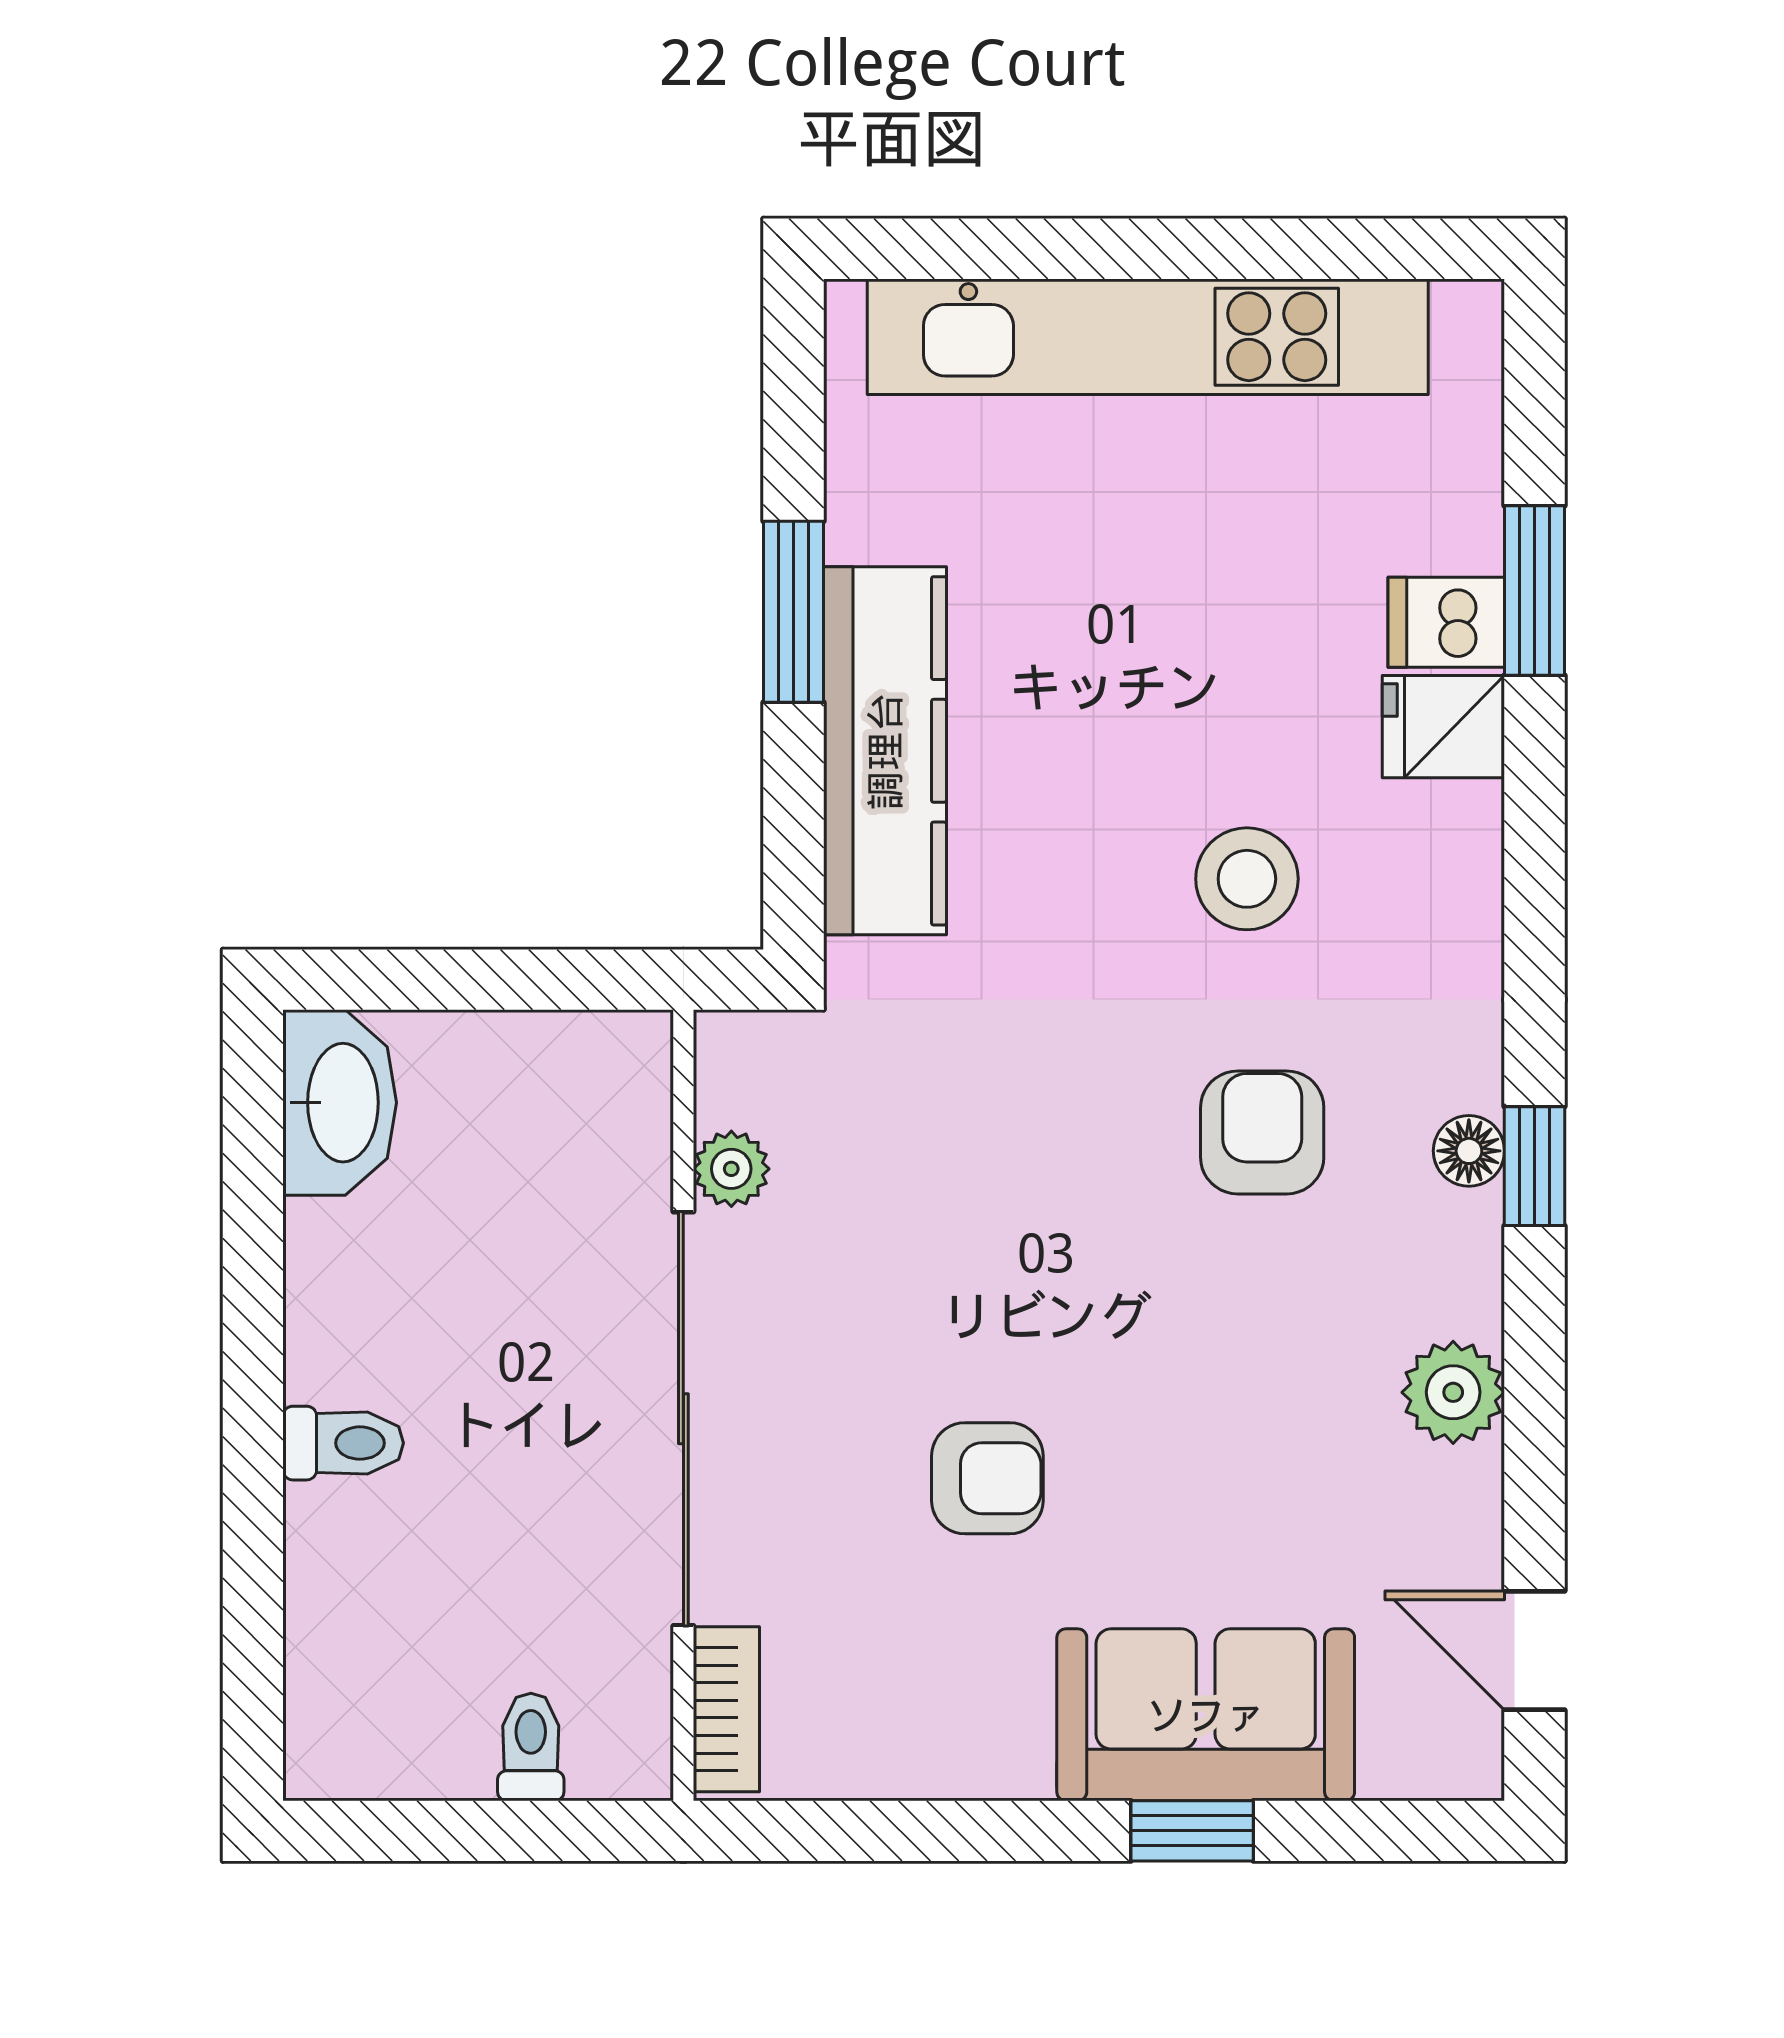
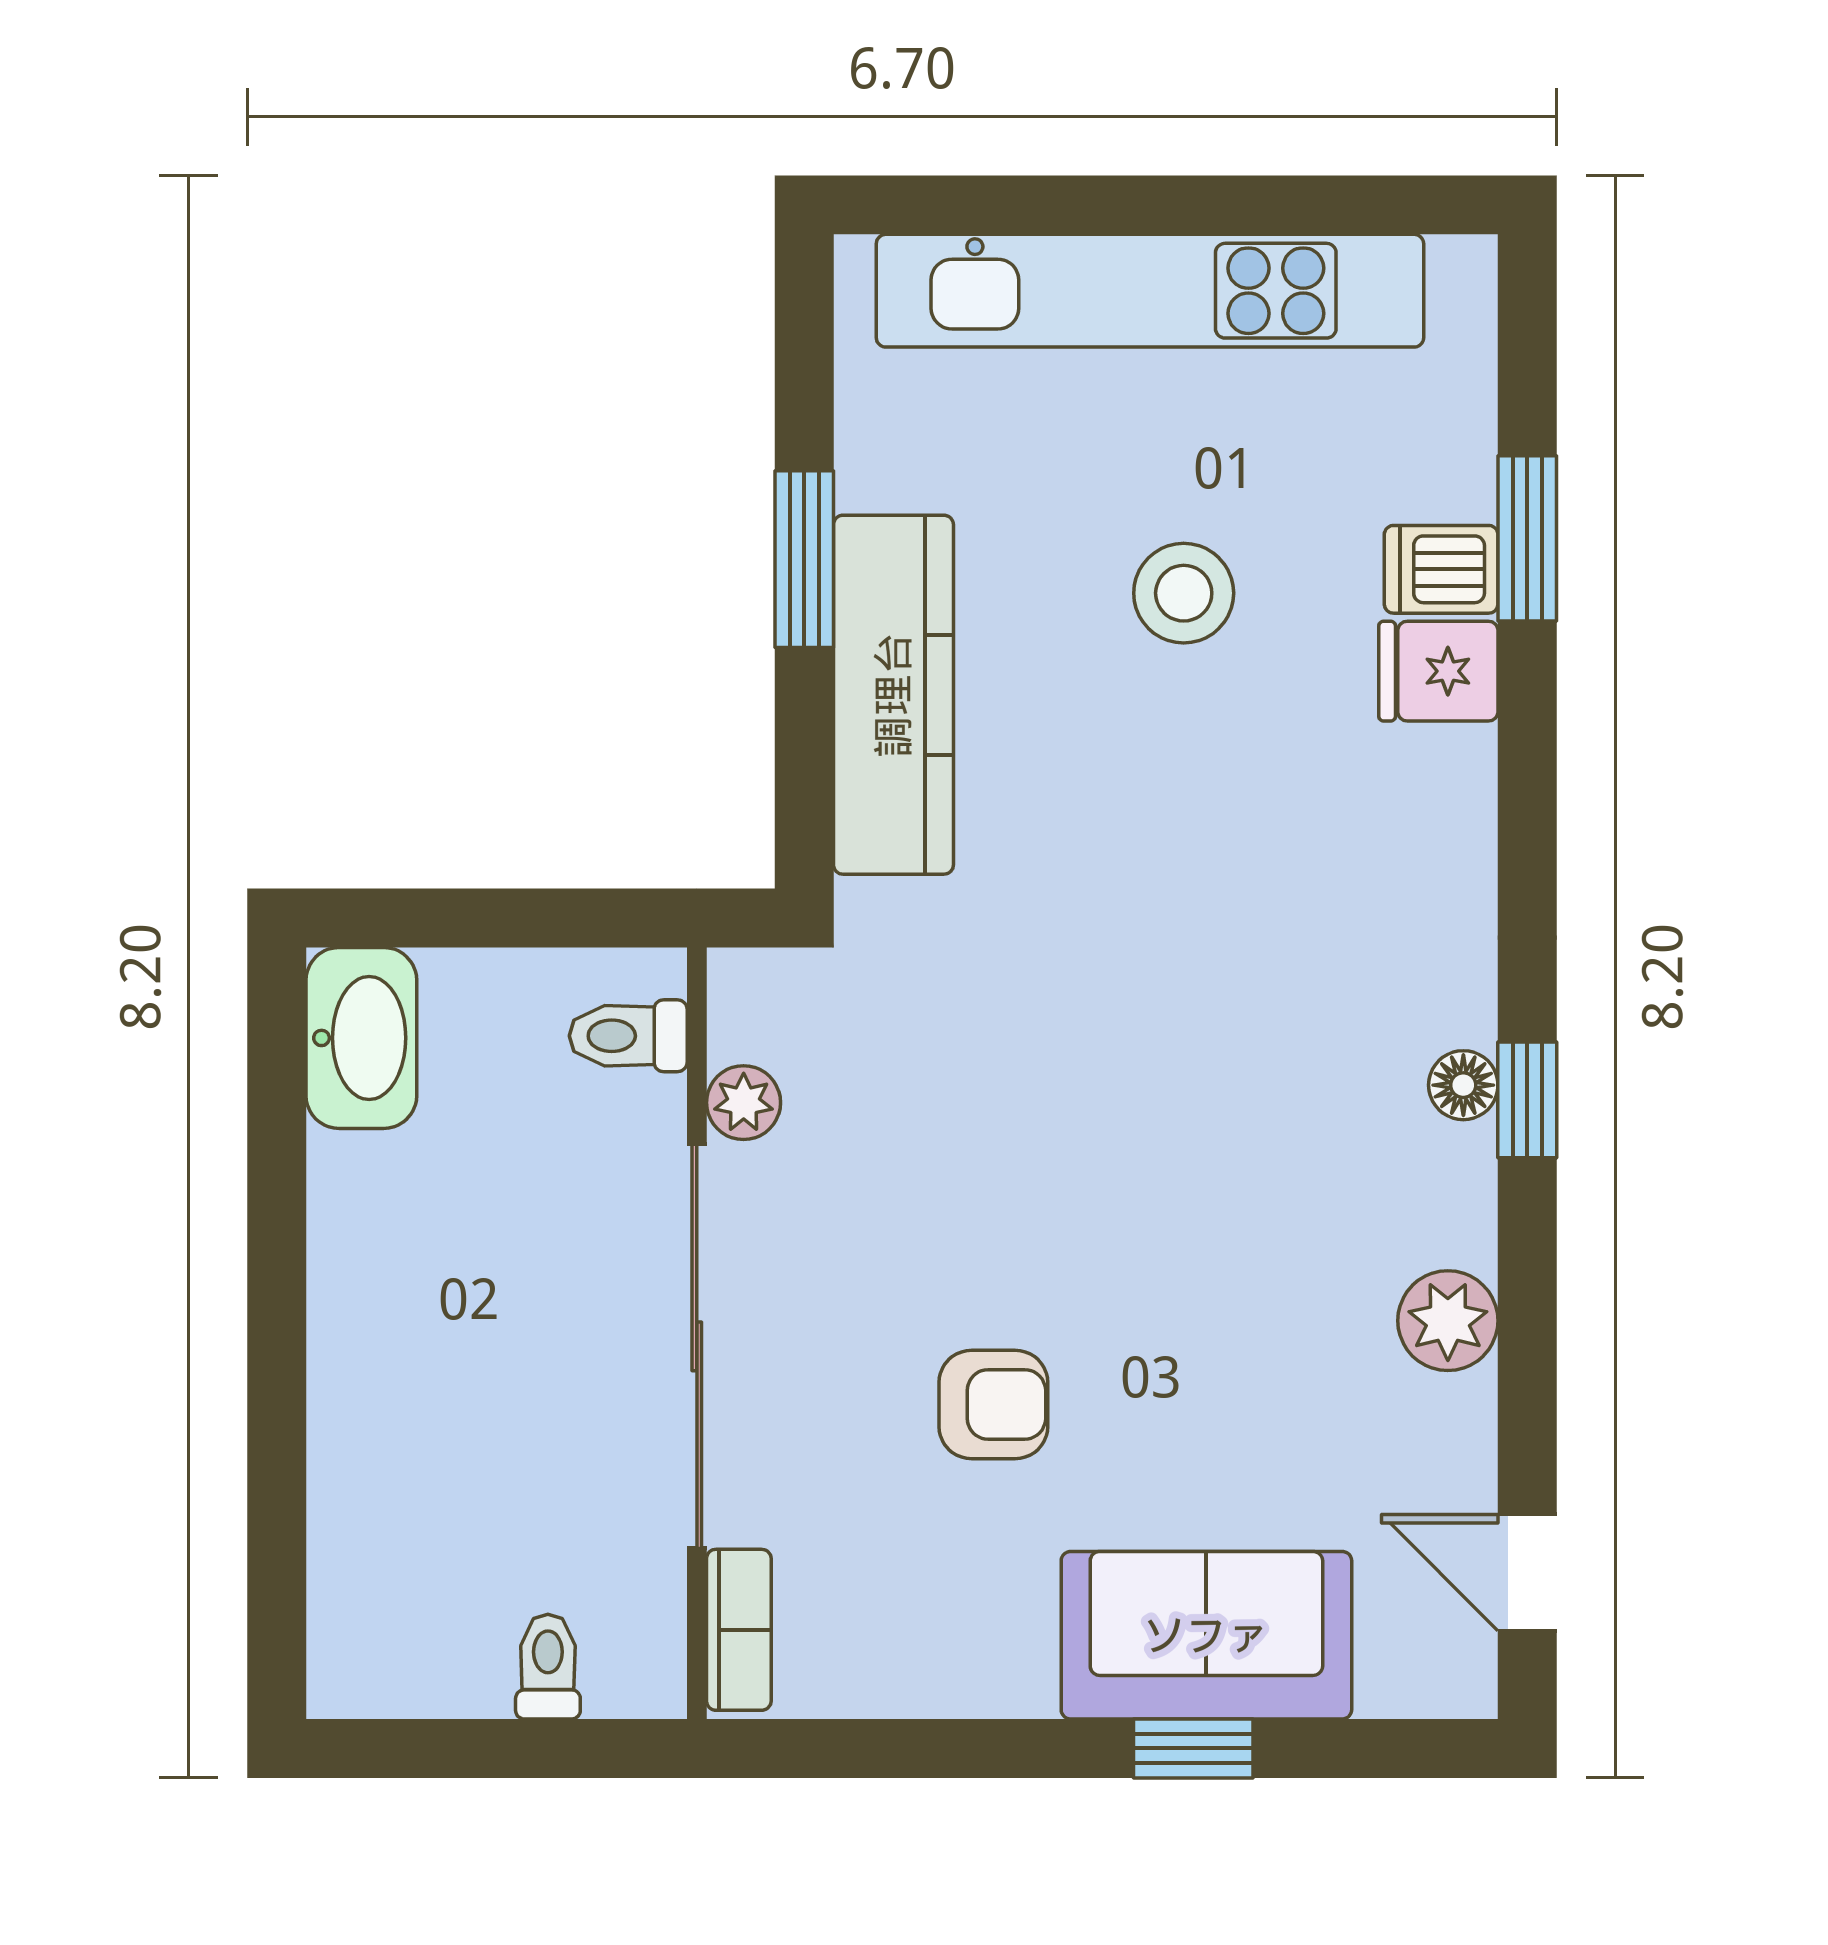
stool: (1247, 879) -> (1184, 593), moved
armchair: (1262, 1132) -> (1262, 1067), removed
toilet: (343, 1443) -> (628, 1036), moved, turned 180

